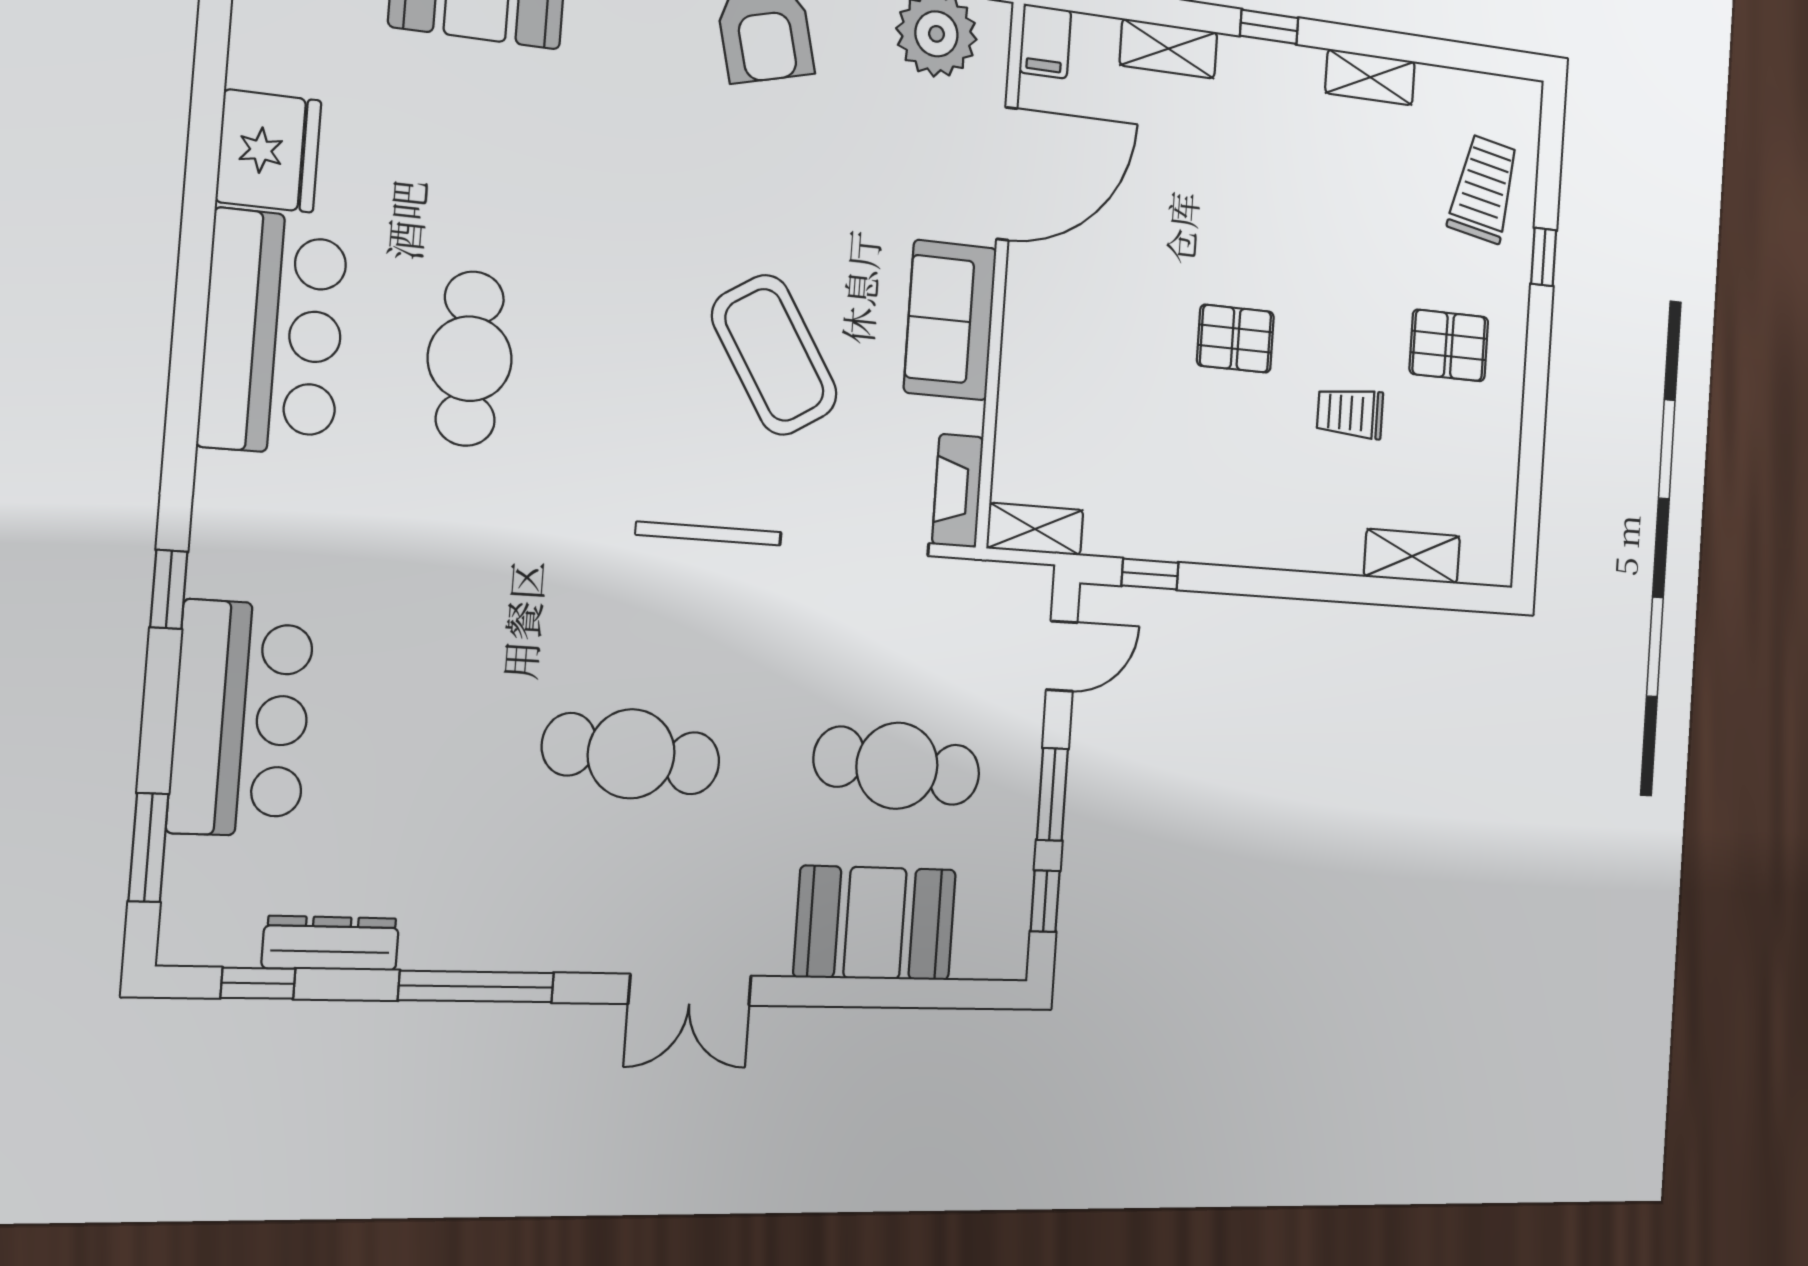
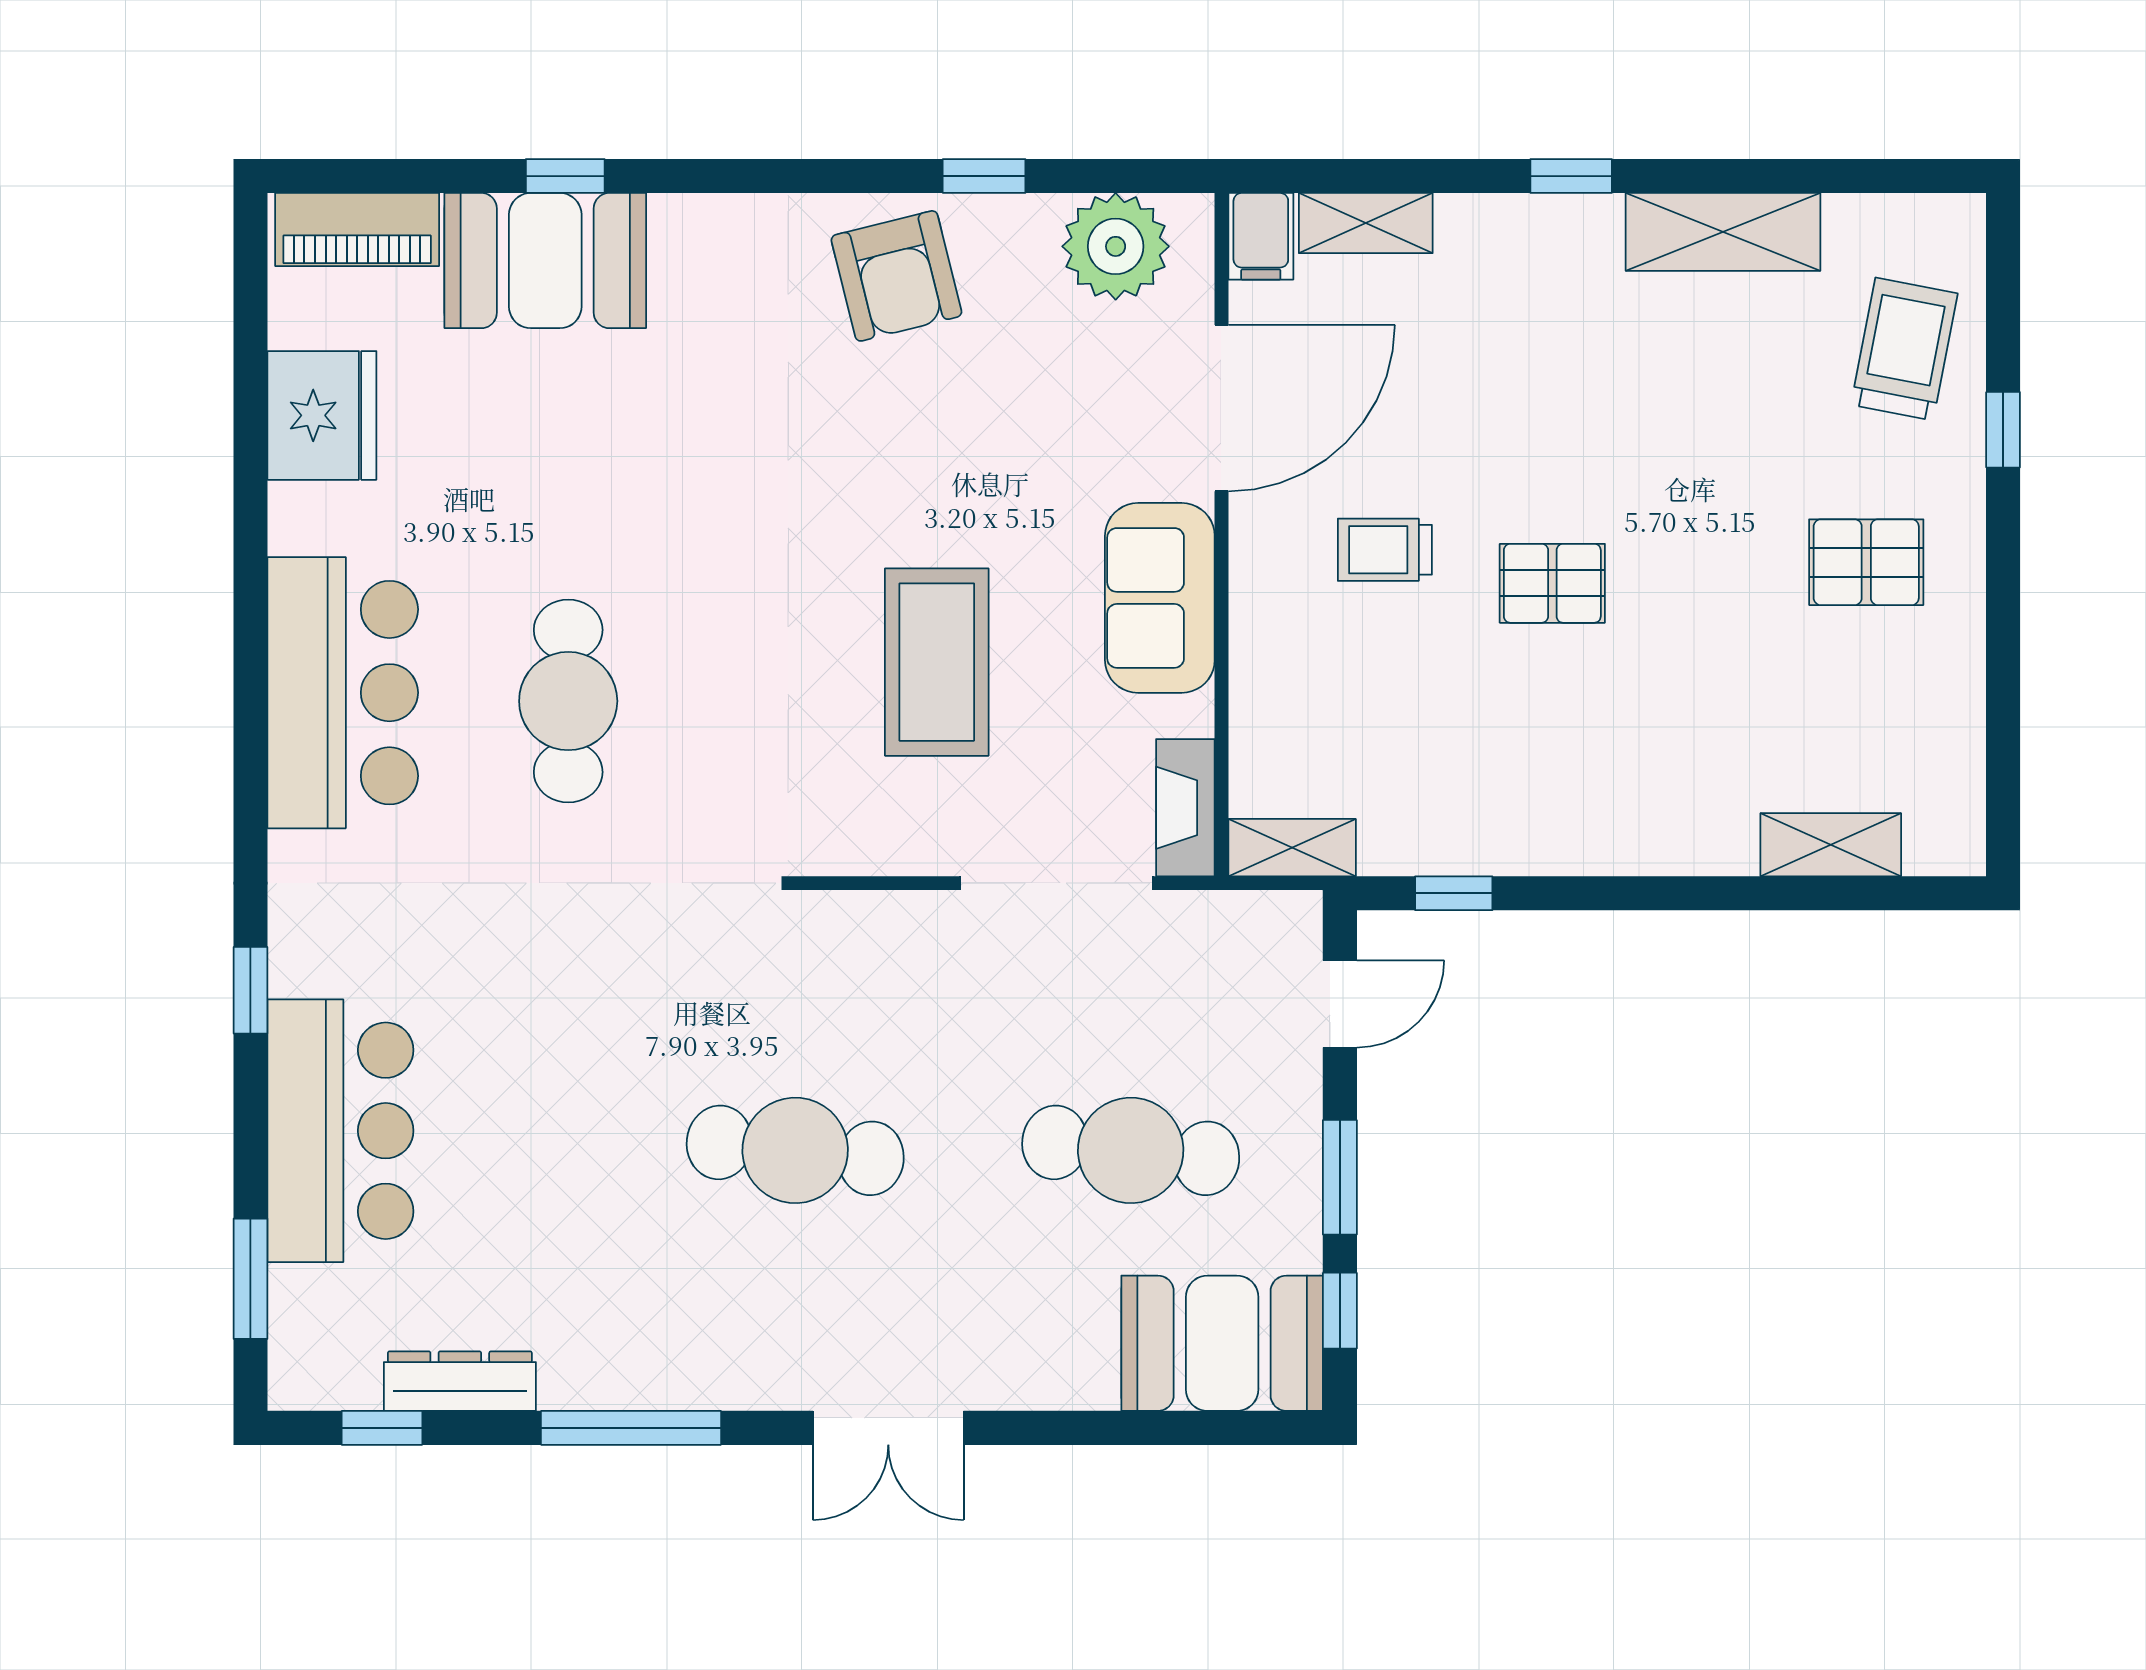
shelving: (1169, 49) -> (1366, 223), moved
shelving: (1370, 77) -> (1723, 232), width x1.50, depth x1.33
fridge: (269, 151) -> (322, 415), moved
coffee table: (775, 355) -> (937, 662), turned 32
trolley: (1350, 413) -> (1385, 550), moved
booth: (875, 923) -> (1222, 1343), moved

